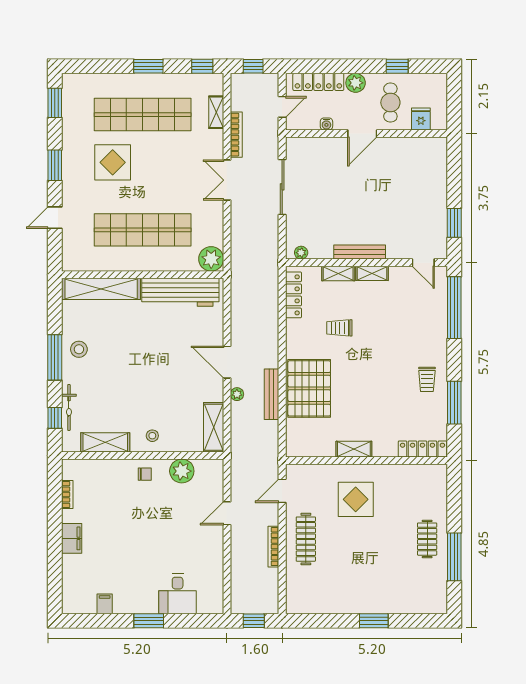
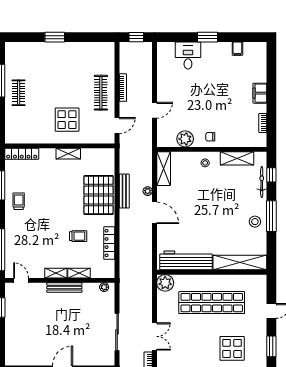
locker: (293, 295) -> (109, 243), moved

